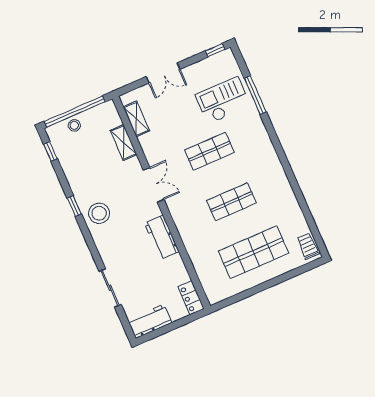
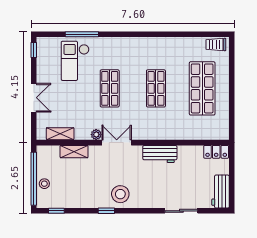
plant: (153, 159) -> (96, 135), added

